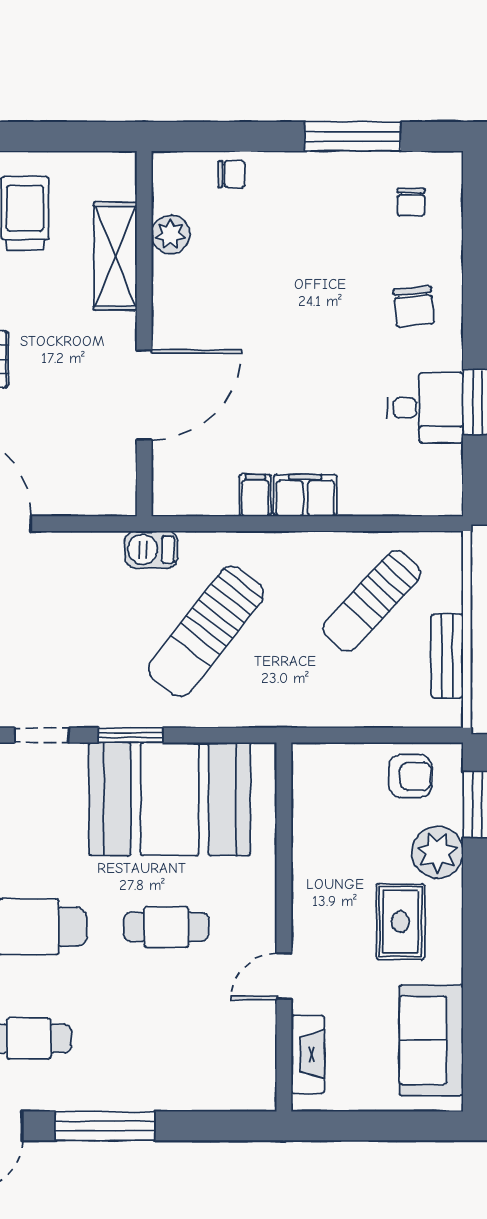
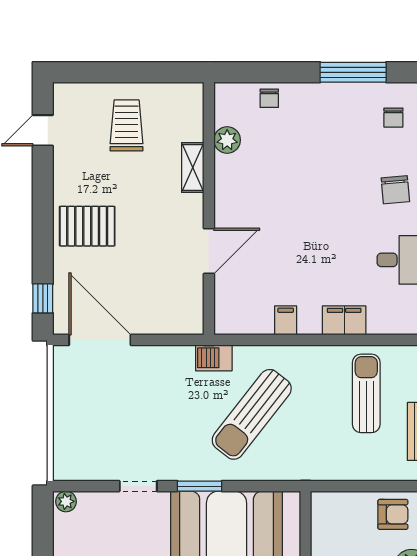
chair: (231, 174) -> (269, 98), turned 90
shelving: (115, 256) -> (193, 167), width x0.67, depth x0.75
door: (144, 395) -> (209, 251), width x0.73
filing cabinet: (305, 495) -> (344, 320), moved
sun lounger: (372, 601) -> (366, 393), turned 137

